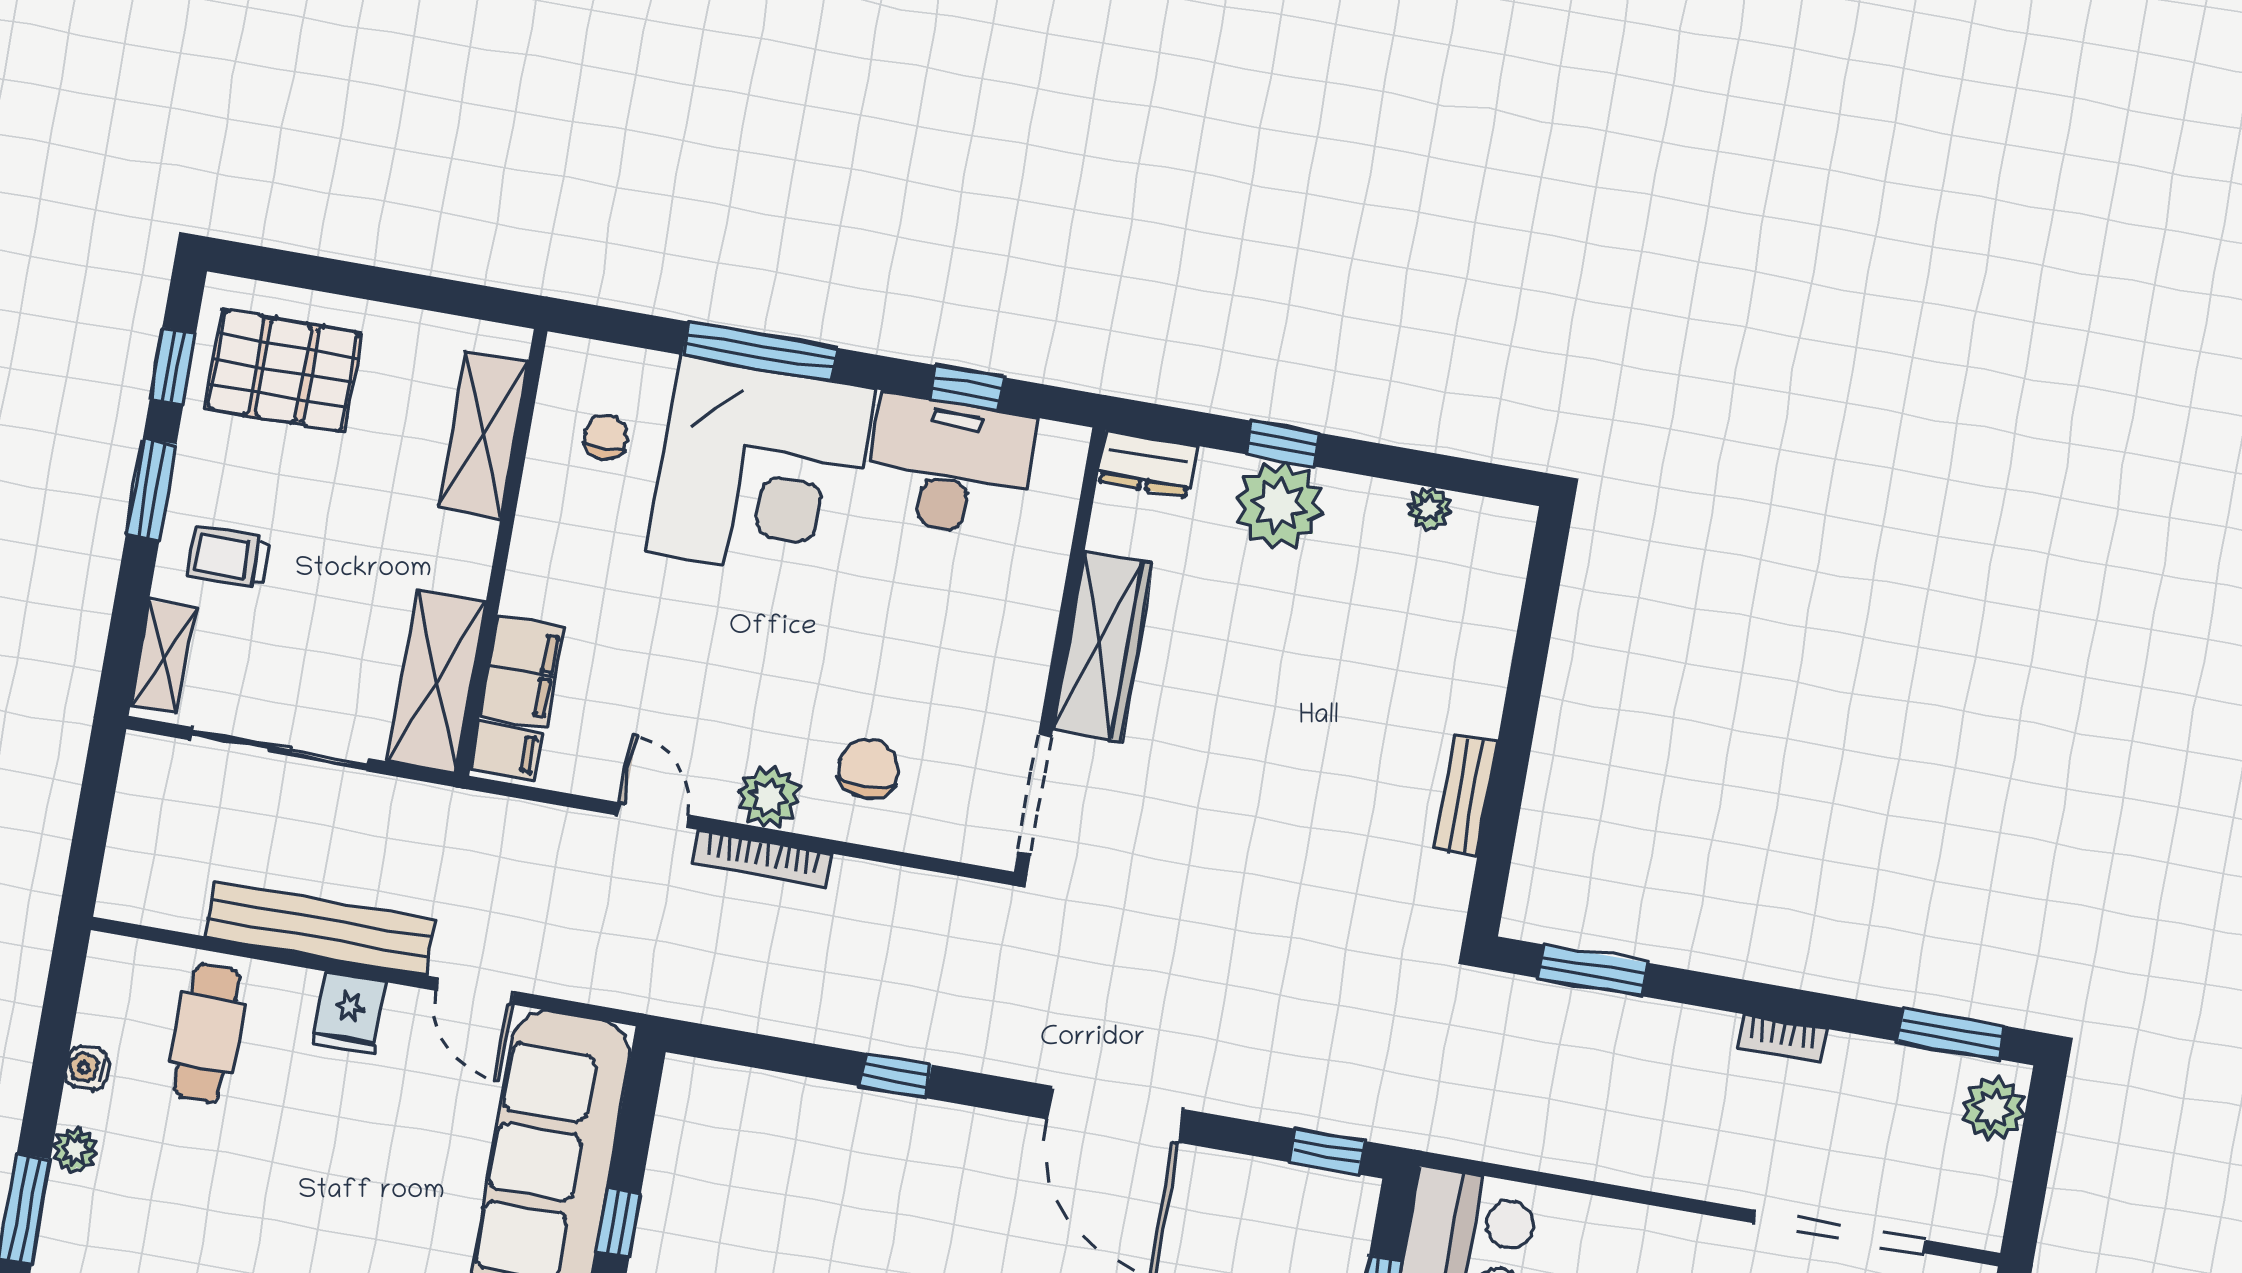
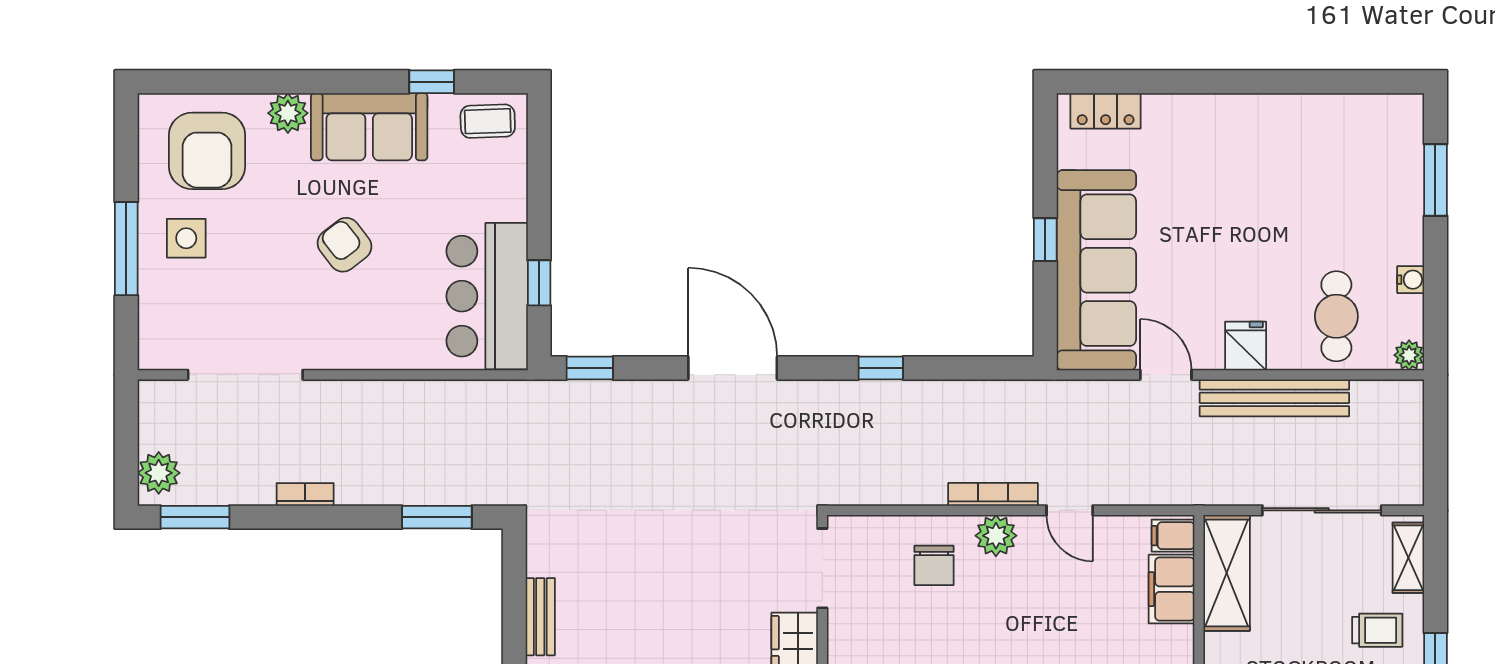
plant: (75, 1150) -> (1409, 355), moved

